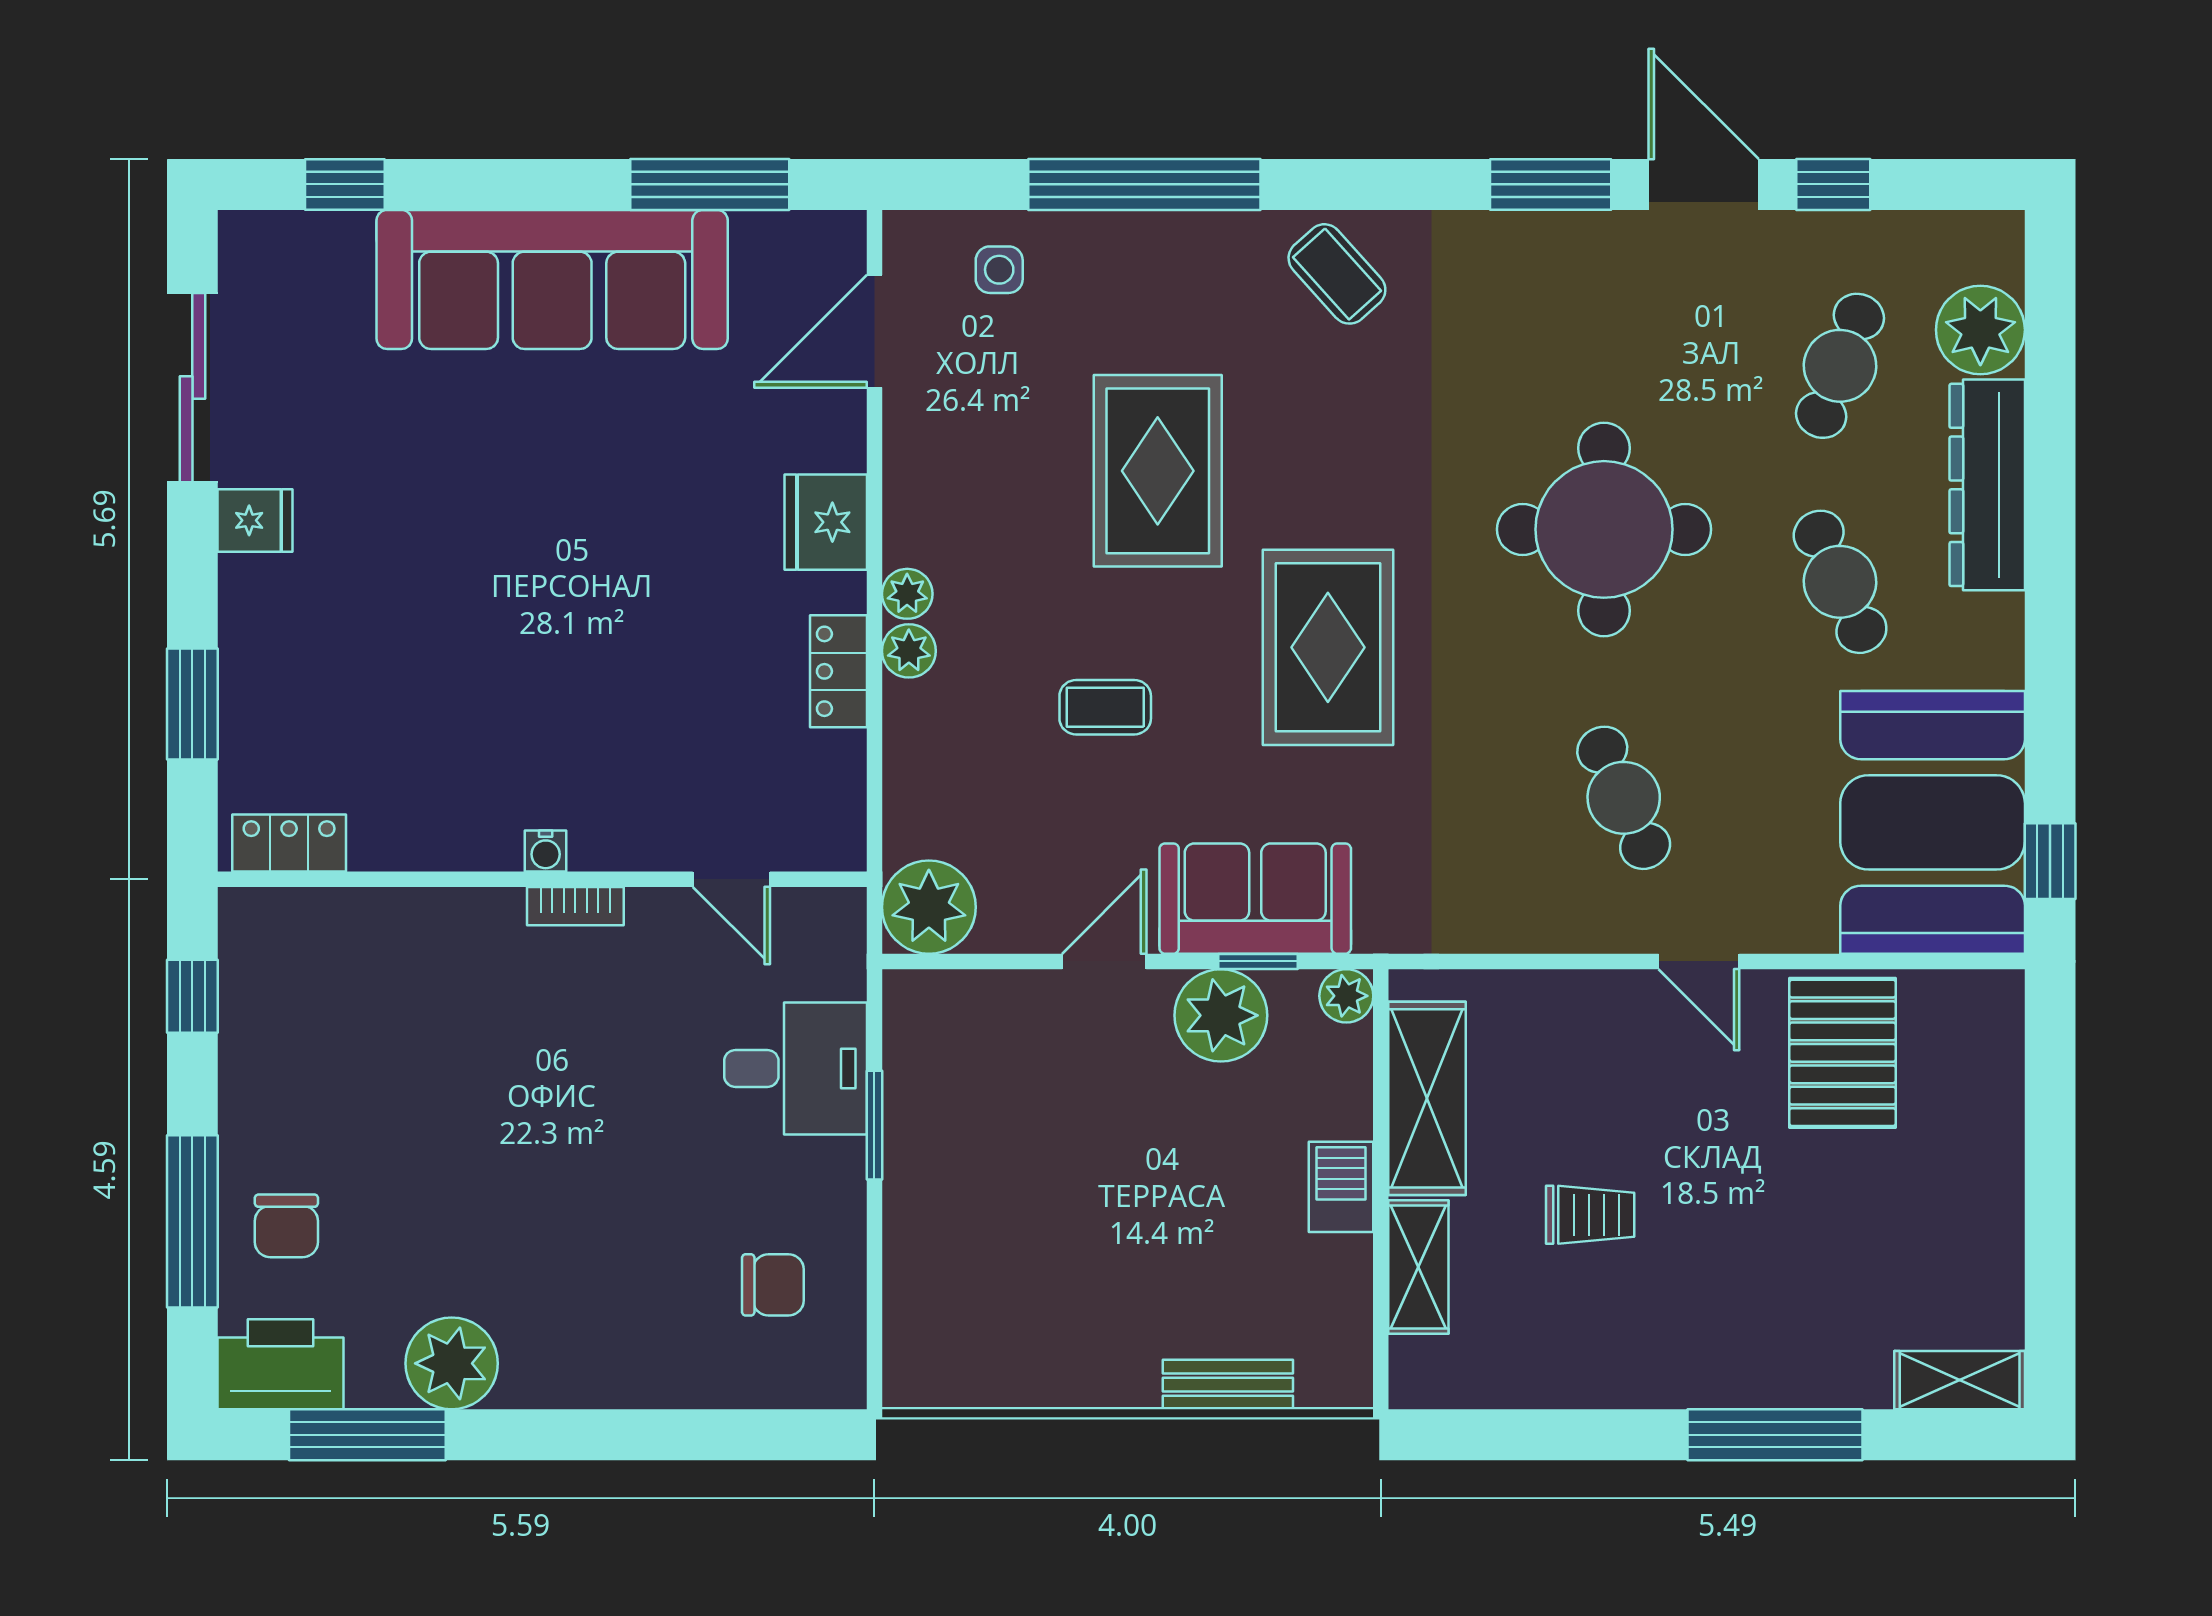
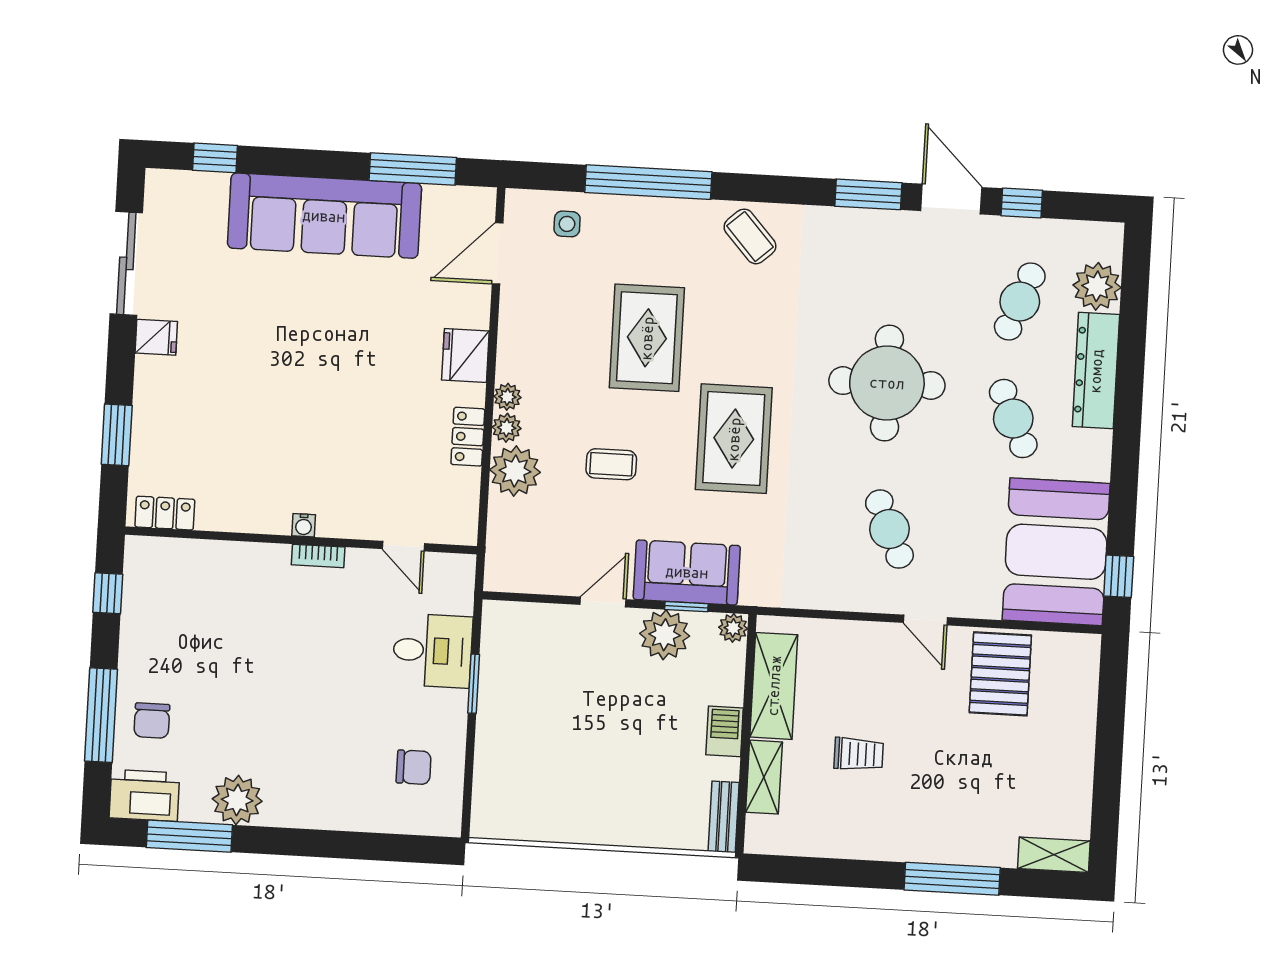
plant: (929, 907) -> (515, 471), moved
bench: (1228, 1385) -> (724, 817), moved, turned 90

